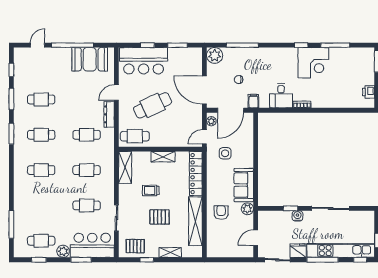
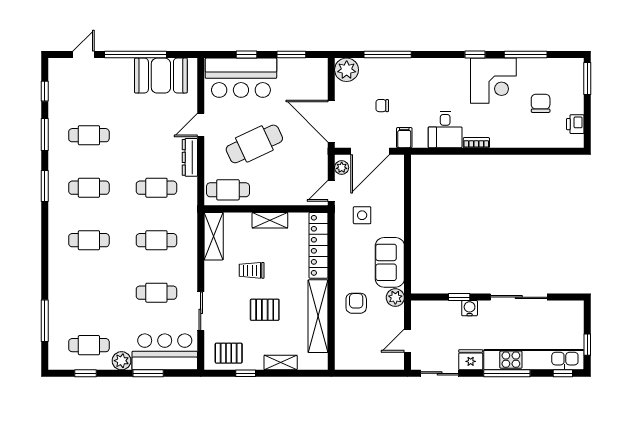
chair: (345, 78) -> (541, 103), added

